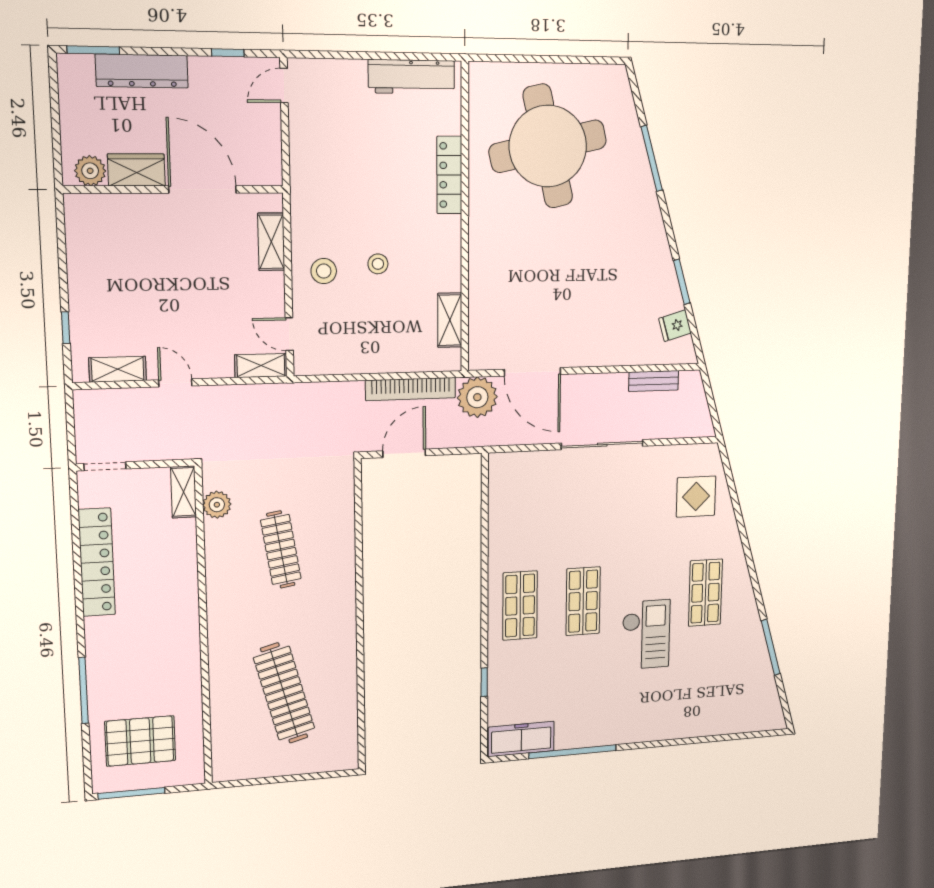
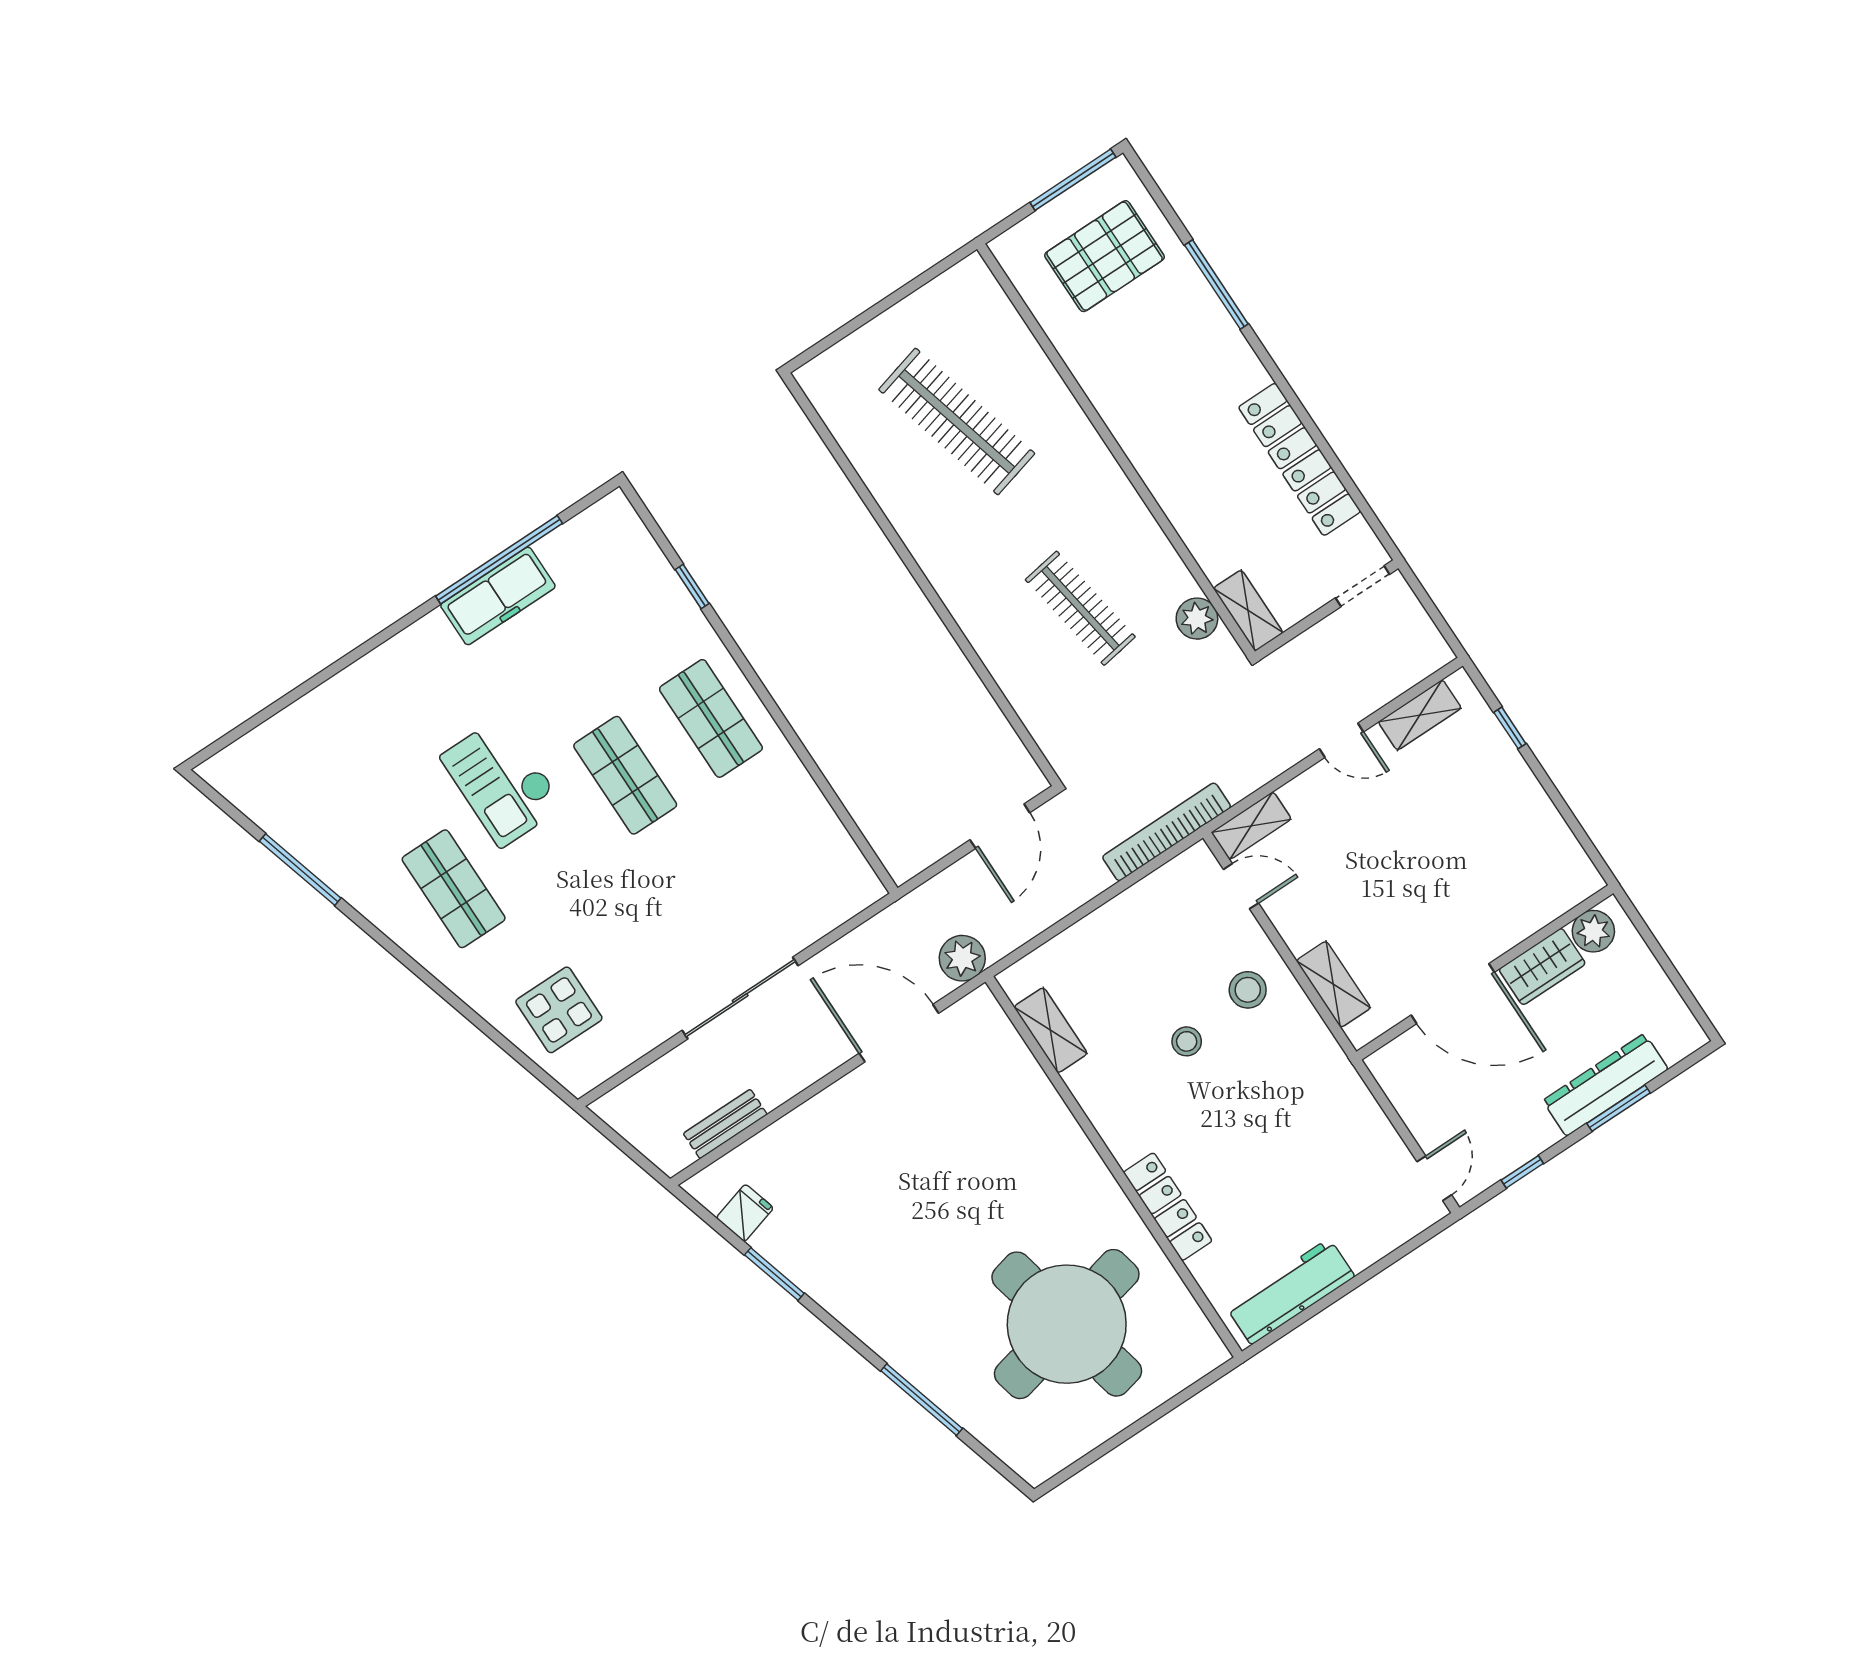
window: (93, 50) -> (1618, 1108), moved
bookcase: (411, 389) -> (1167, 832), moved
plant: (477, 397) -> (962, 958), width x0.73, depth x0.73
freezer: (521, 739) -> (498, 596), moved

